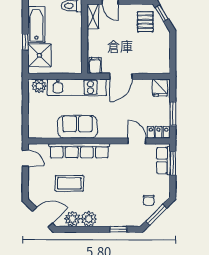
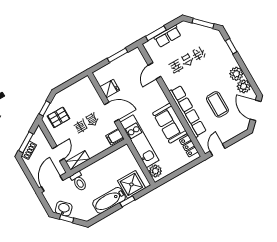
fridge: (160, 88) -> (110, 88), moved
locker: (158, 132) -> (189, 146), moved
row of seats: (163, 161) -> (168, 36), moved
chair: (149, 200) -> (195, 35), removed

